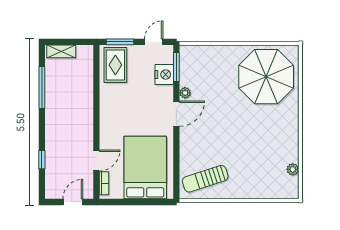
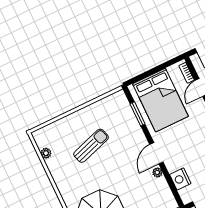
window: (176, 67) -> (138, 114), moved
sun lounger: (205, 179) -> (91, 146), moved

